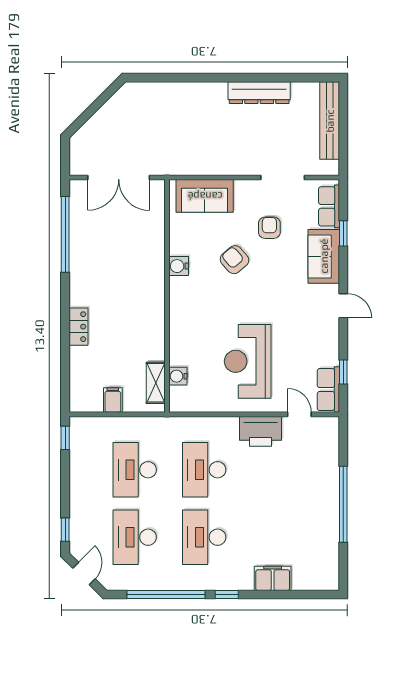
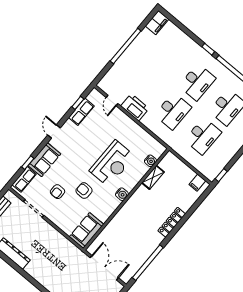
sofa: (205, 196) -> (87, 230), moved, turned -90
armchair: (234, 260) -> (84, 191), turned 133
water cooler: (179, 266) -> (122, 194), moved
locker: (79, 327) -> (172, 222), width x1.53
reception desk: (248, 361) -> (112, 163), moved
shelving: (156, 383) -> (153, 177), moved
row of seats: (328, 390) -> (81, 112), moved
filing cabinet: (113, 400) -> (197, 183), moved
filing cabinet: (273, 578) -> (157, 23), moved, turned -90

